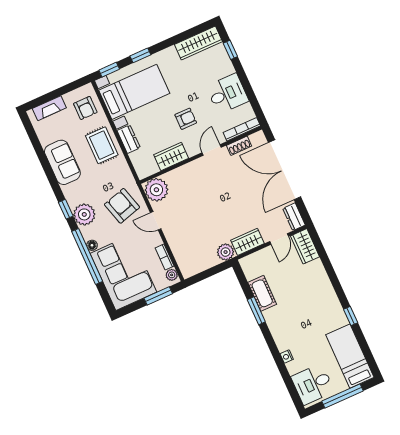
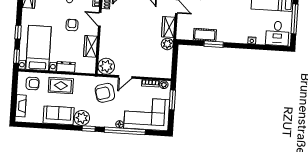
plant: (84, 214) -> (82, 118), moved

